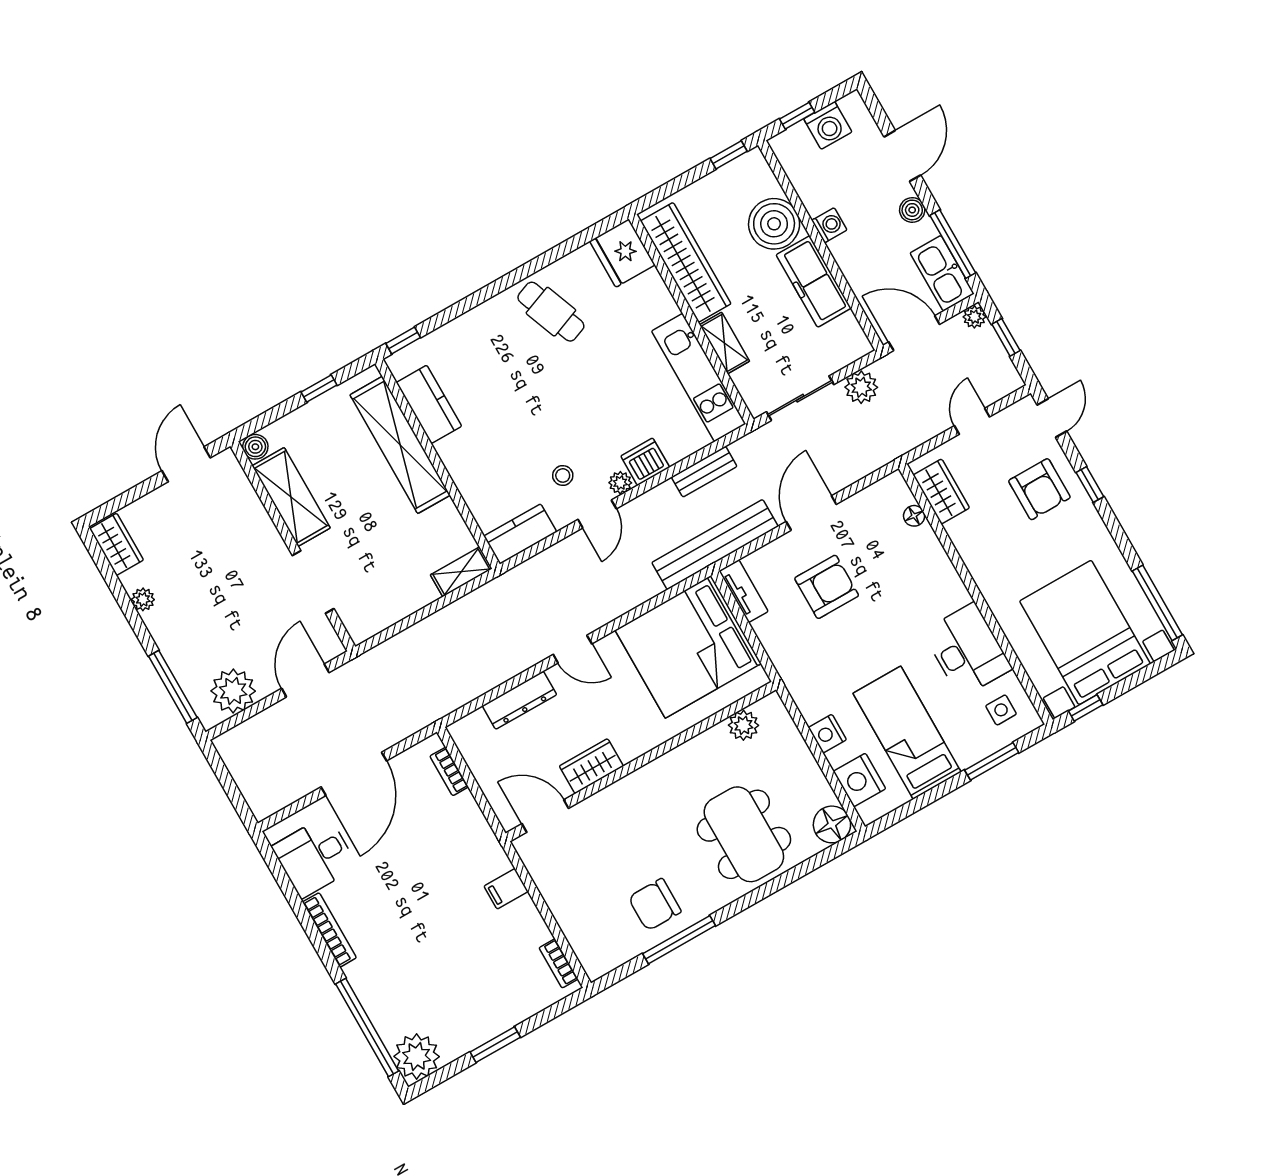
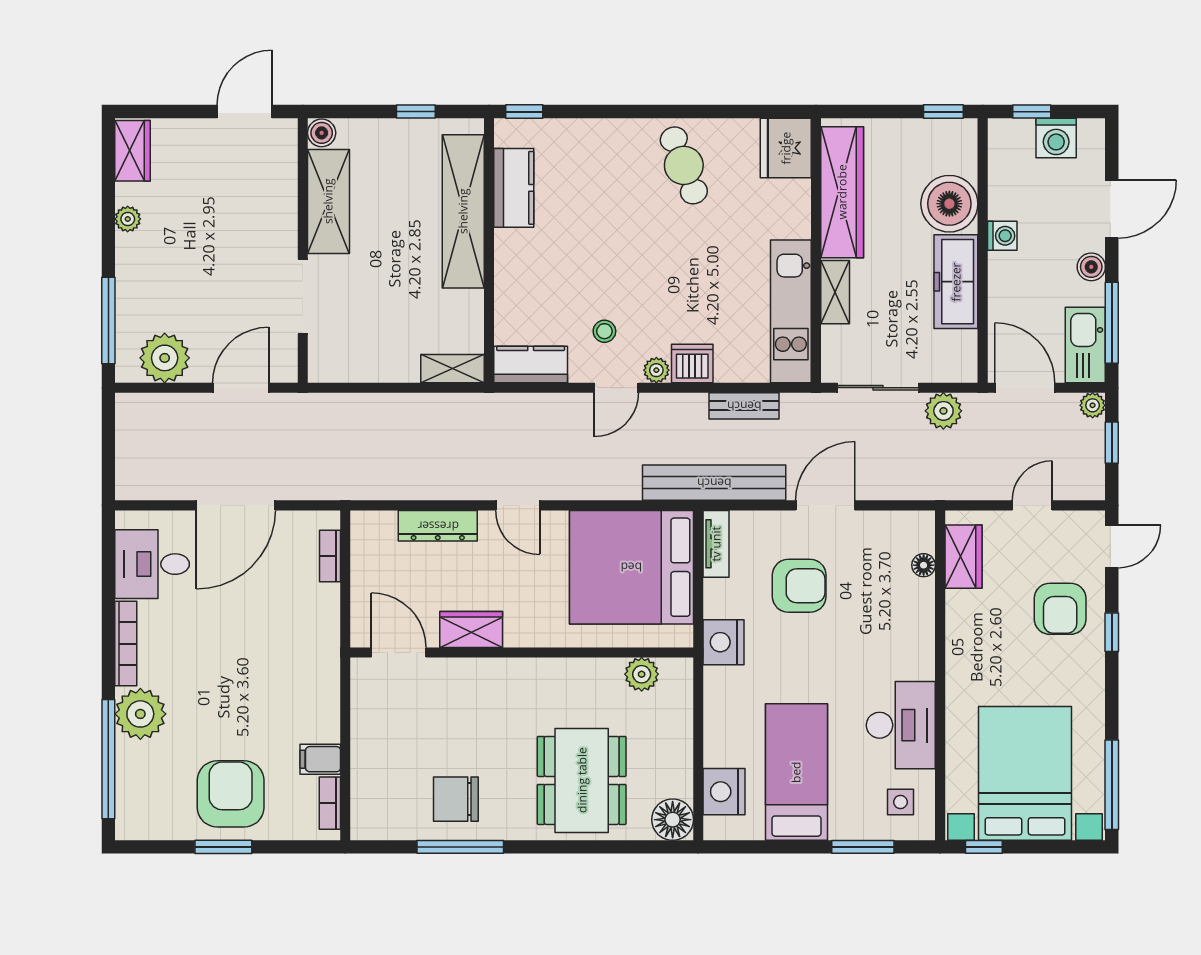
nightstand: (827, 734) -> (723, 642), moved, width x1.36, depth x1.33
filing cabinet: (506, 889) -> (320, 759), moved
armchair: (477, 1000) -> (231, 794), added
plant: (417, 1056) -> (140, 714), moved

